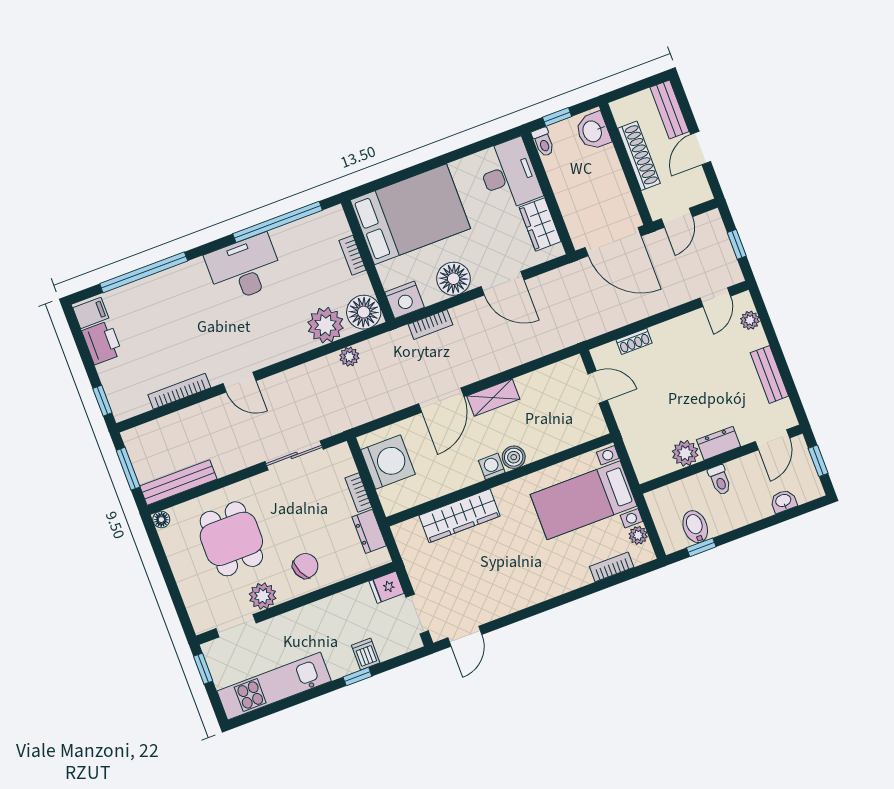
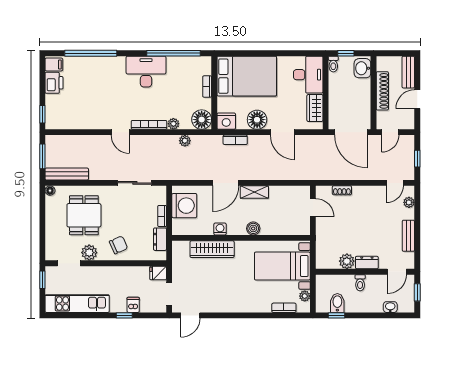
plant: (326, 325) -> (173, 124), width x0.53, depth x0.53
bookcase: (179, 391) -> (149, 125), moved
washing machine: (492, 466) -> (220, 229), moved

